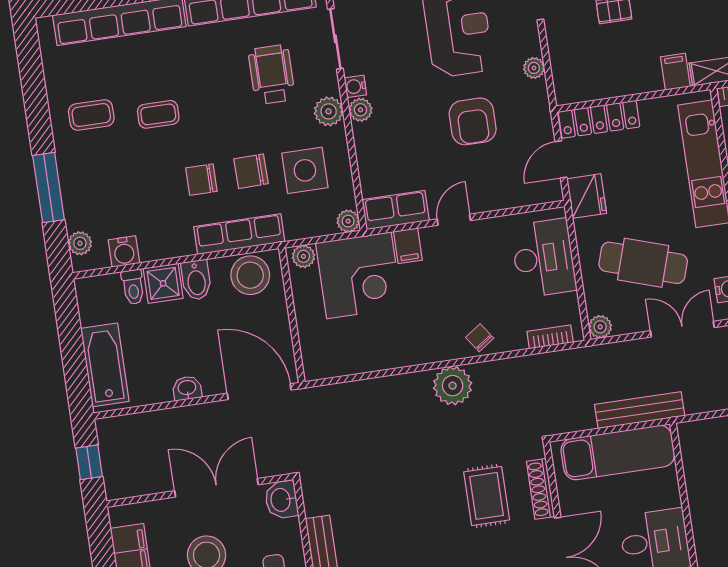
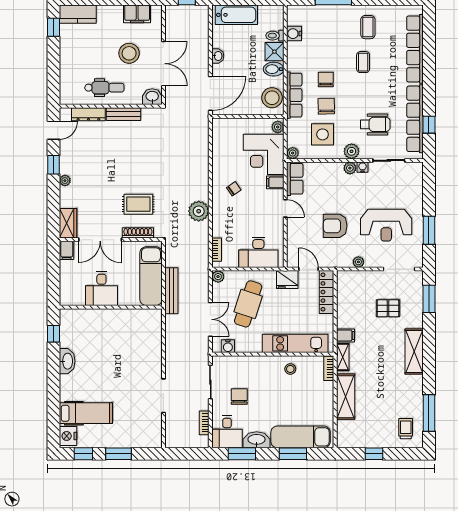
plant: (80, 243) -> (302, 11), removed
chair: (480, 338) -> (234, 189), moved
plant: (453, 386) -> (199, 211), moved

